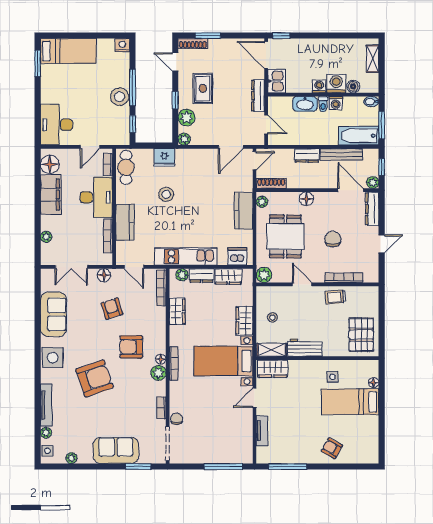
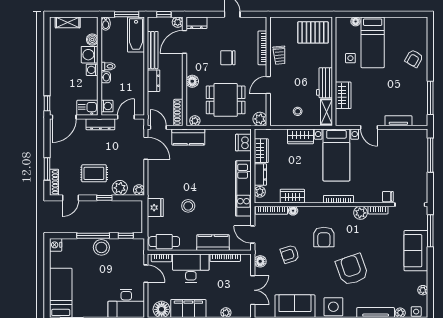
washing machine: (336, 103) -> (107, 106), moved
washbasin: (305, 104) -> (106, 77), width x0.52, depth x0.69
dresser: (372, 209) -> (197, 23), width x0.70
kitchen counter: (244, 211) -> (188, 137), moved
door: (134, 267) -> (253, 235), swing flipped
floor lamp: (161, 359) -> (293, 211), moved
wardrobe: (273, 369) -> (343, 95), moved
plant: (158, 373) -> (360, 213), moved
window: (138, 467) -> (430, 231), width x1.44

